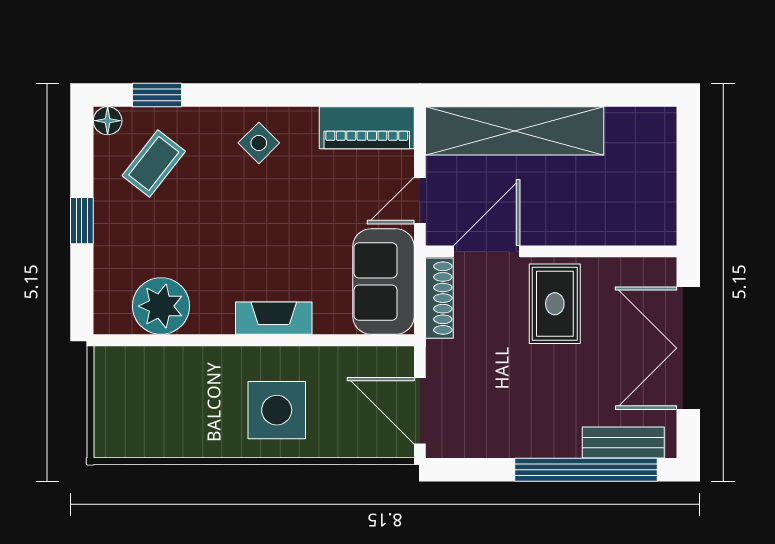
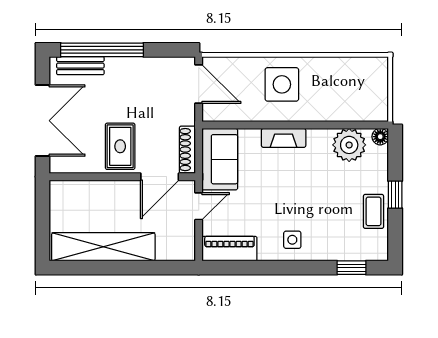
floor lamp: (108, 121) -> (380, 137), moved
shelving: (515, 131) -> (103, 247), moved
side table: (259, 143) -> (292, 240), turned 45
coffee table: (154, 163) -> (374, 211), moved, turned -38

